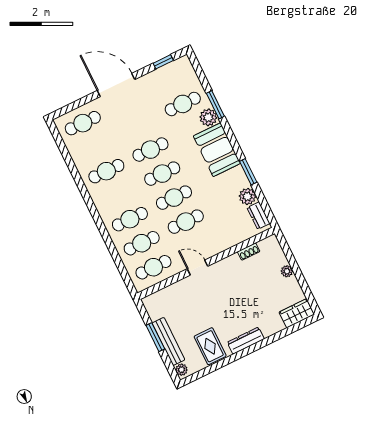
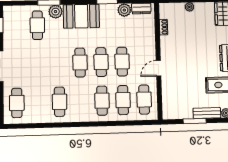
cafe table: (150, 150) -> (59, 63), removed
bench: (168, 341) -> (207, 113), width x0.73

